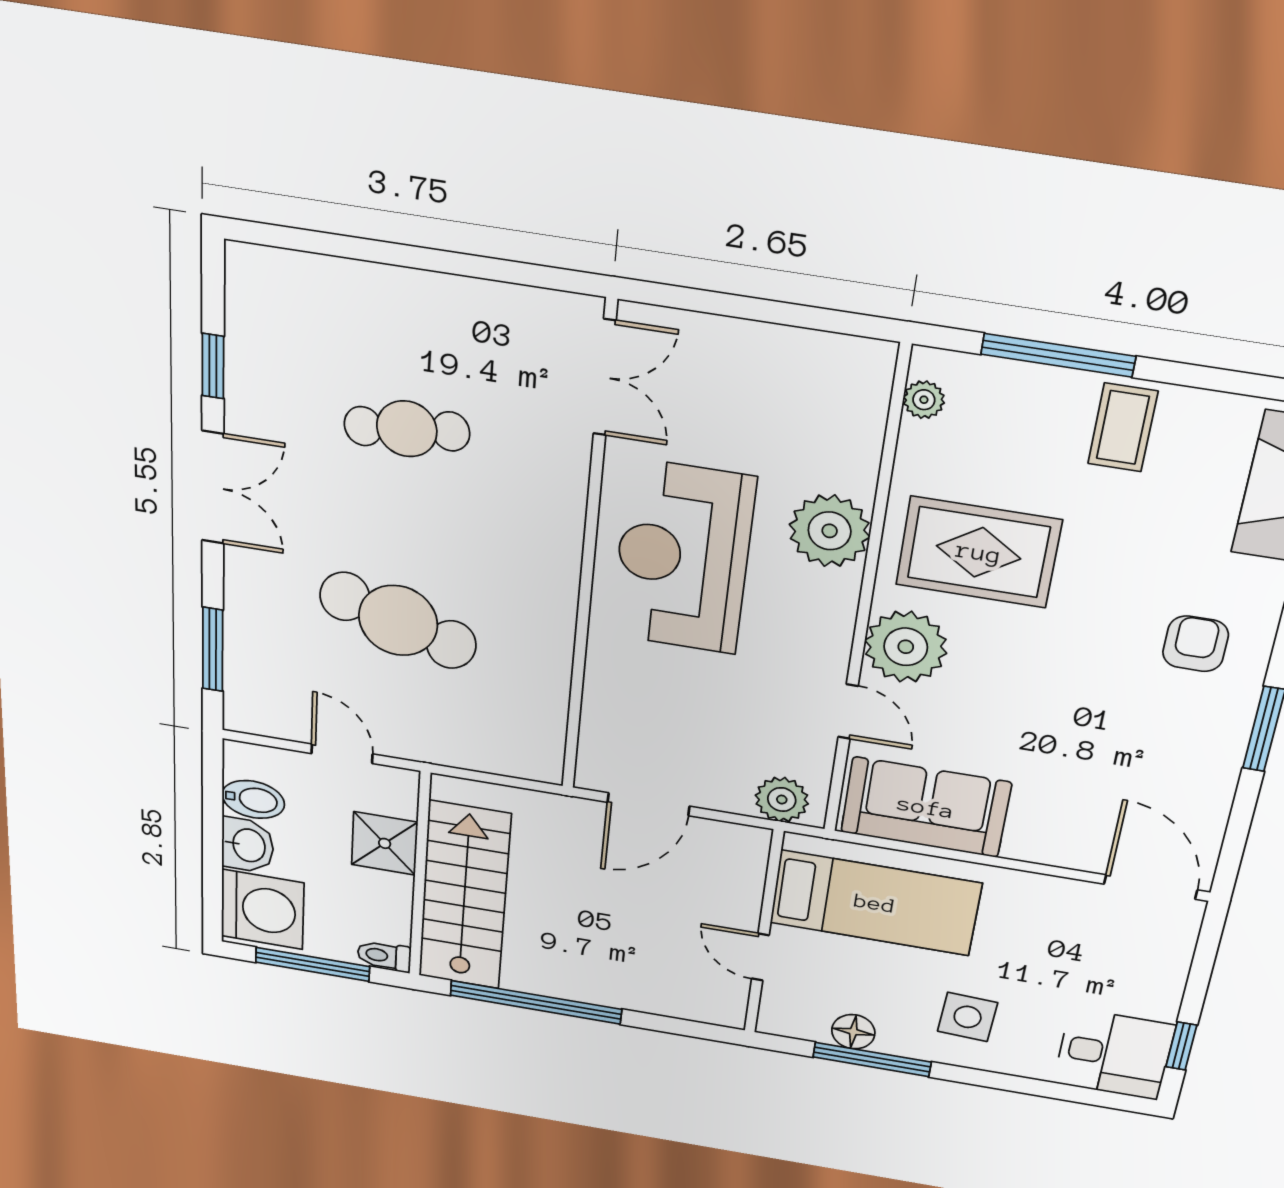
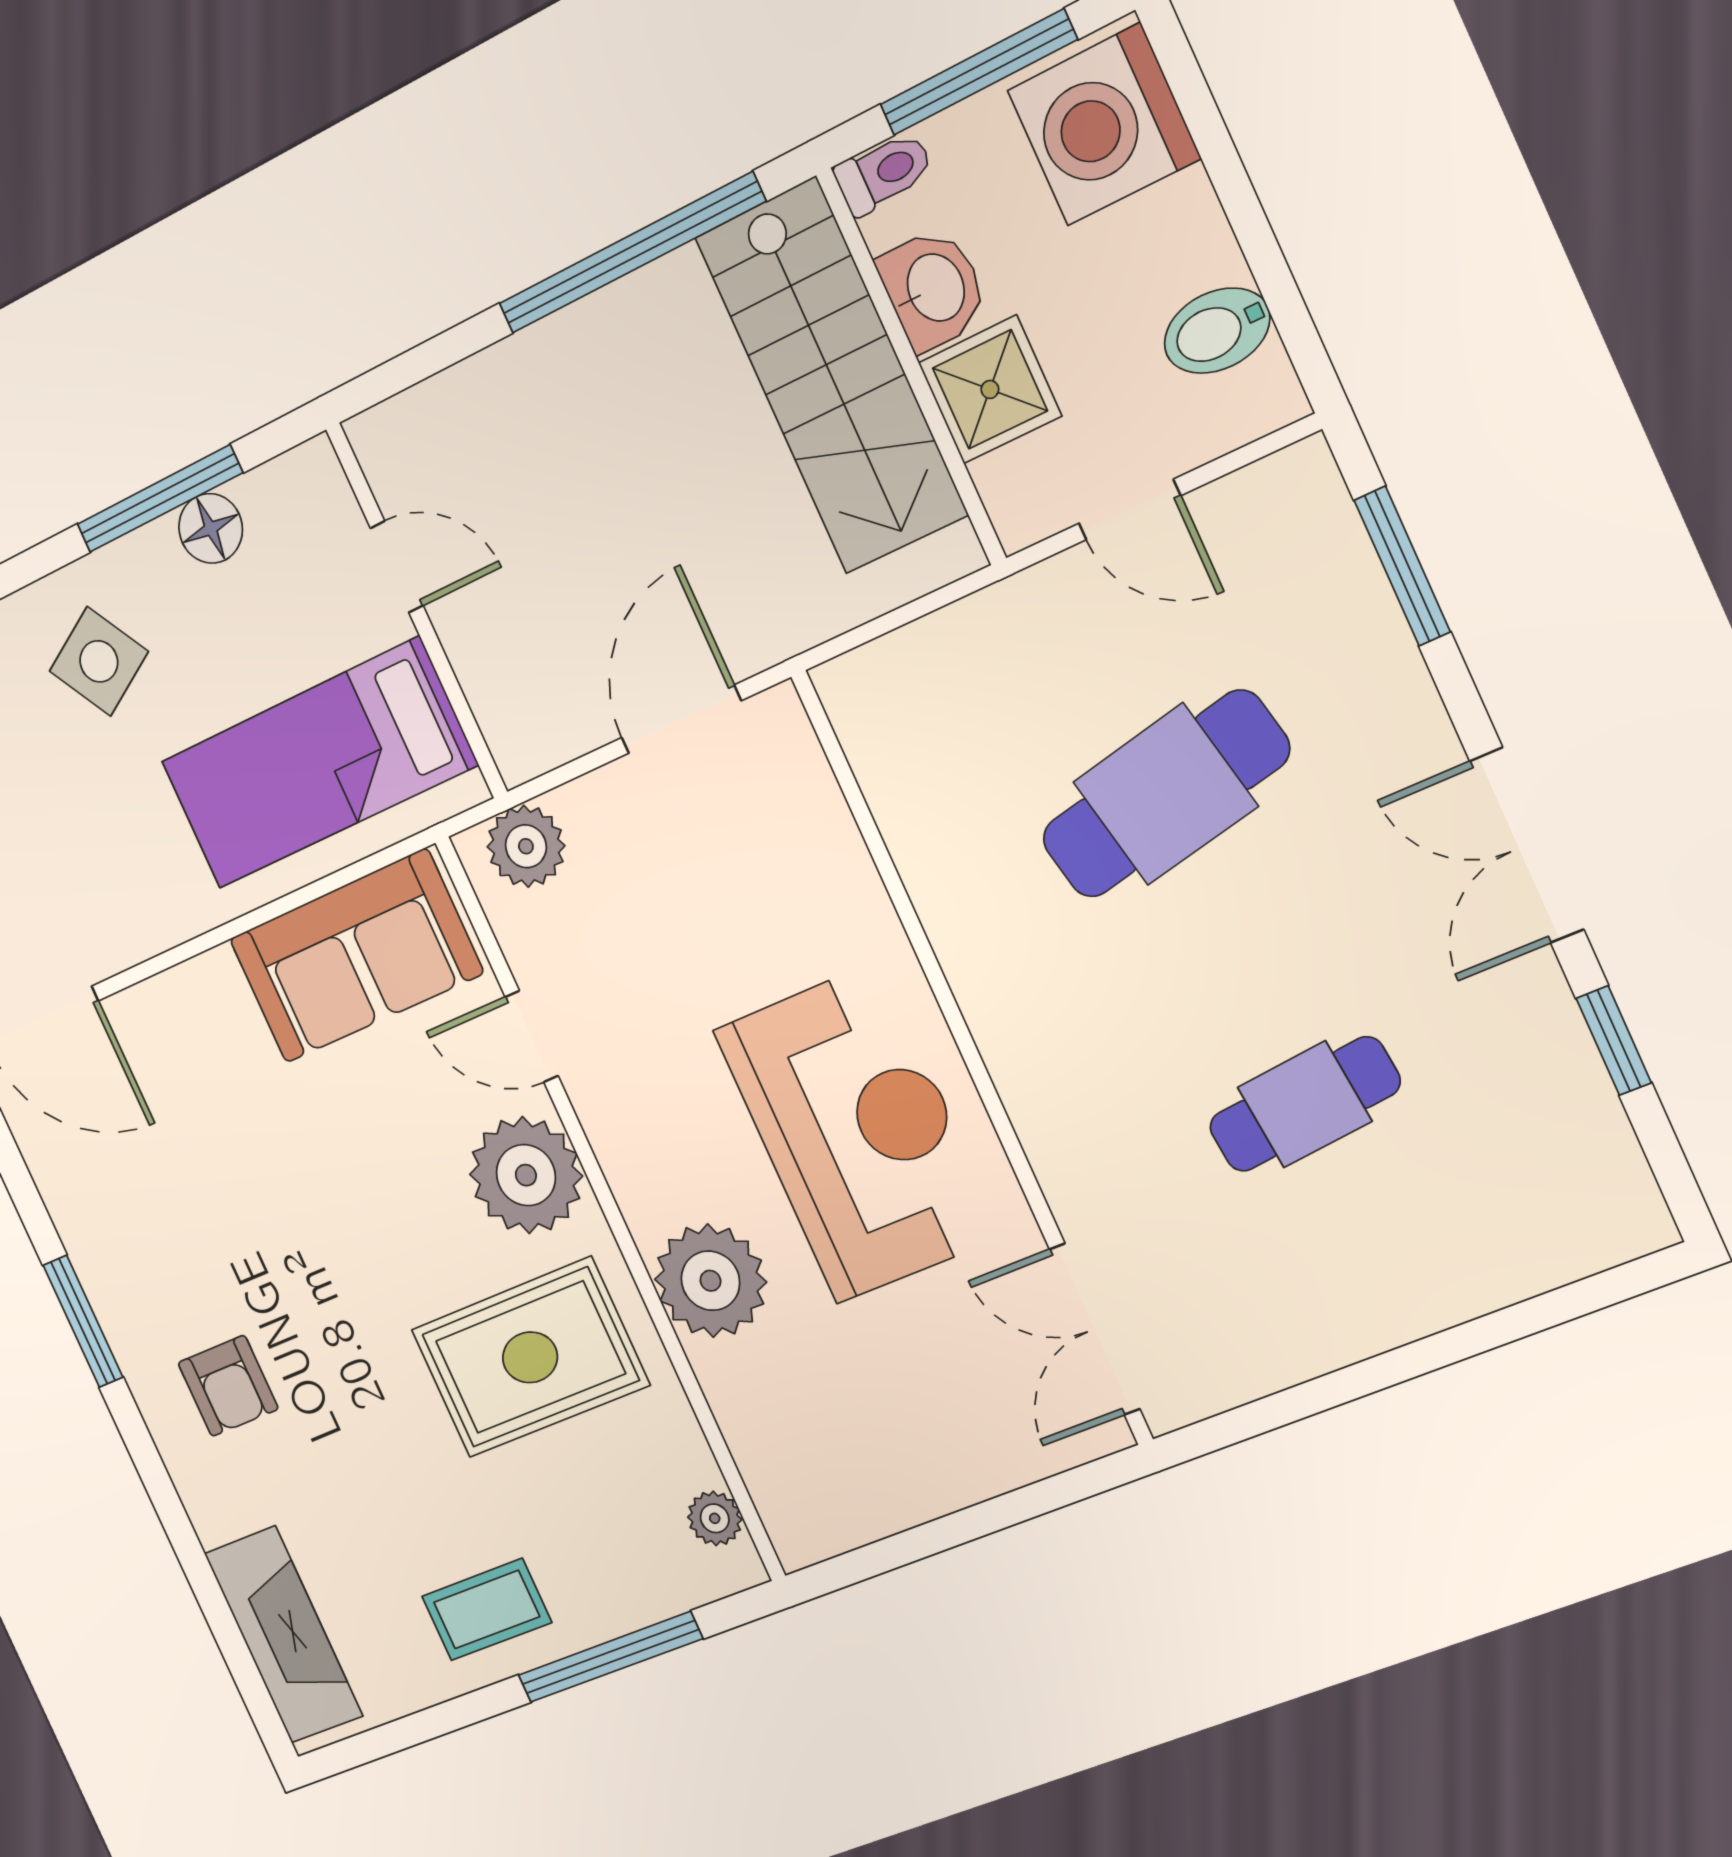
coffee table: (1123, 427) -> (487, 1609), turned 90
cafe table: (398, 620) -> (1165, 794), turned -30
washbasin: (248, 845) -> (933, 289), moved, turned 180
side table: (968, 1017) -> (99, 661), turned -34

